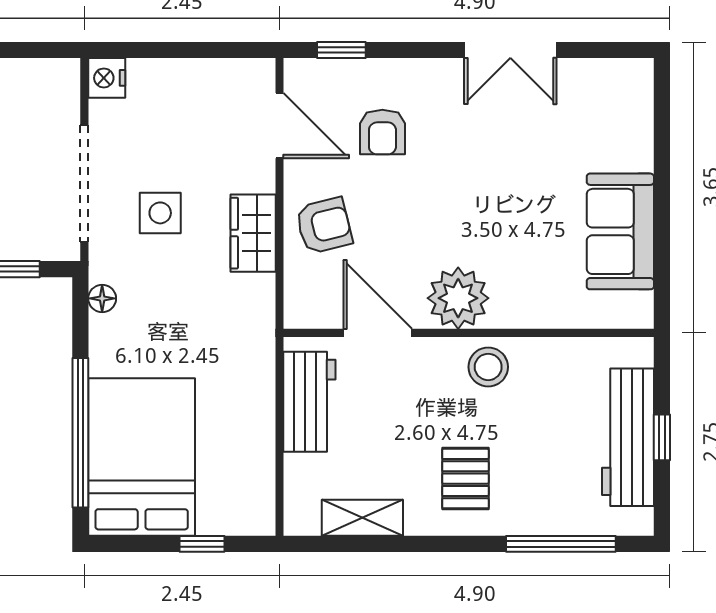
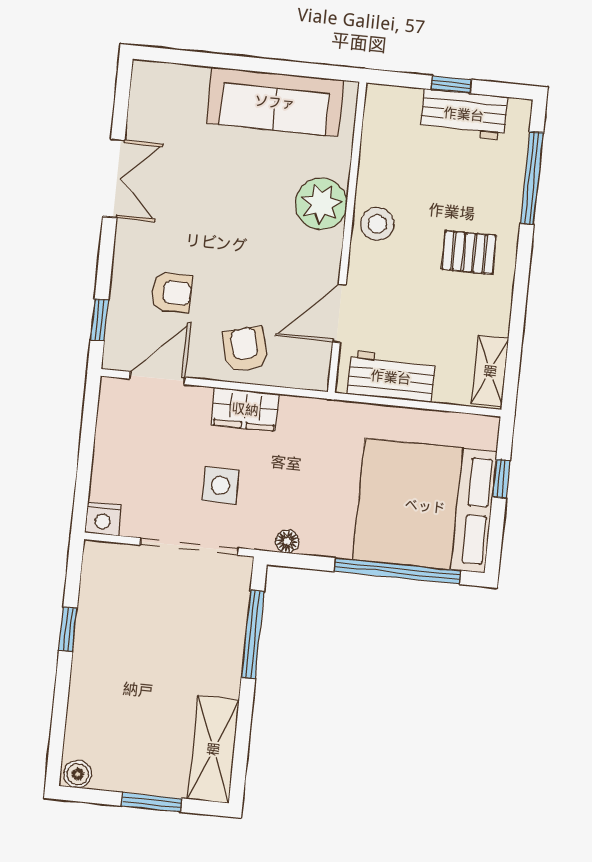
sofa: (620, 231) -> (275, 102), width x1.36
plant: (458, 298) -> (321, 204), moved
workbench: (628, 437) -> (464, 114), width x0.73
bed: (142, 457) -> (425, 506), width x1.36
shelving: (362, 518) -> (490, 371), moved

